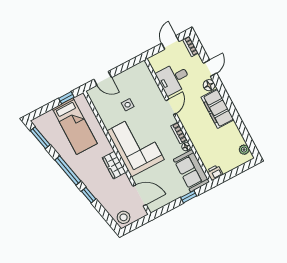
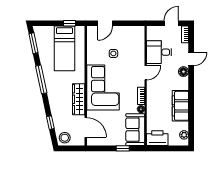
door: (103, 78) -> (105, 23), hinge flipped
filing cabinet: (218, 109) -> (180, 106), moved
wardrobe: (114, 165) -> (79, 99), width x1.50
printer: (215, 173) -> (157, 138), width x1.87, depth x1.48
window: (89, 195) -> (50, 123), moved

